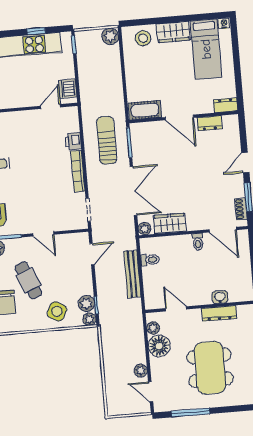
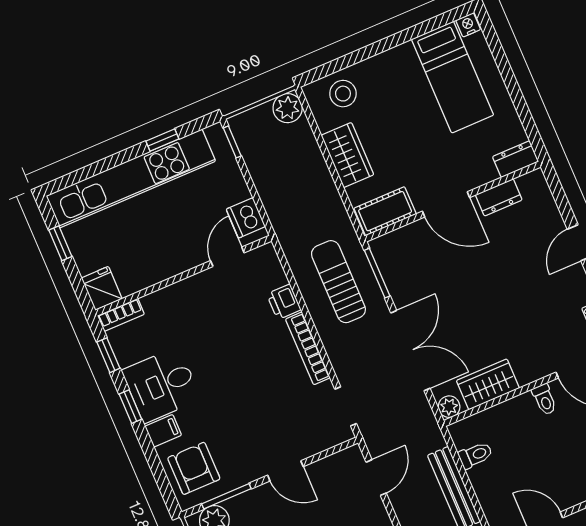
wardrobe: (173, 32) -> (347, 155), moved, turned -90

